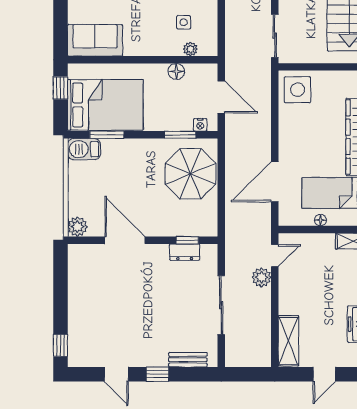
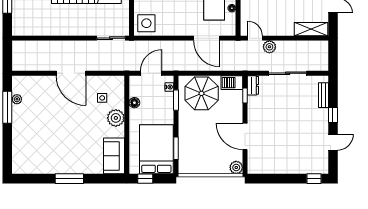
plant: (190, 49) -> (116, 118), moved, width x1.88, depth x1.88
barbecue: (84, 149) -> (232, 83), moved, turned 90
door: (125, 240) -> (245, 136), hinge flipped
dresser: (185, 252) -> (253, 85), moved

